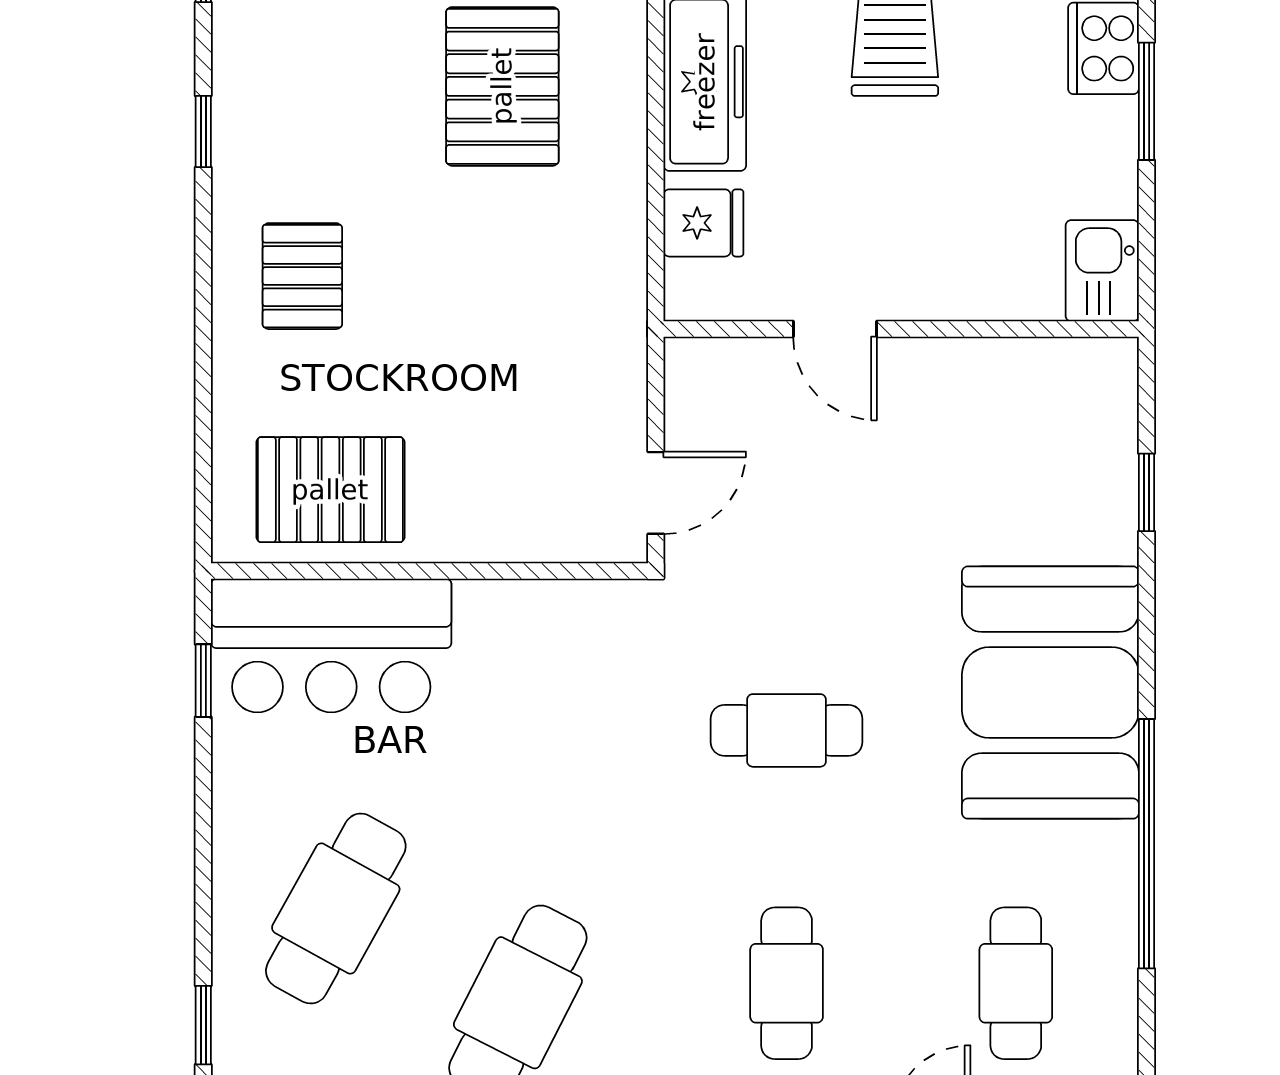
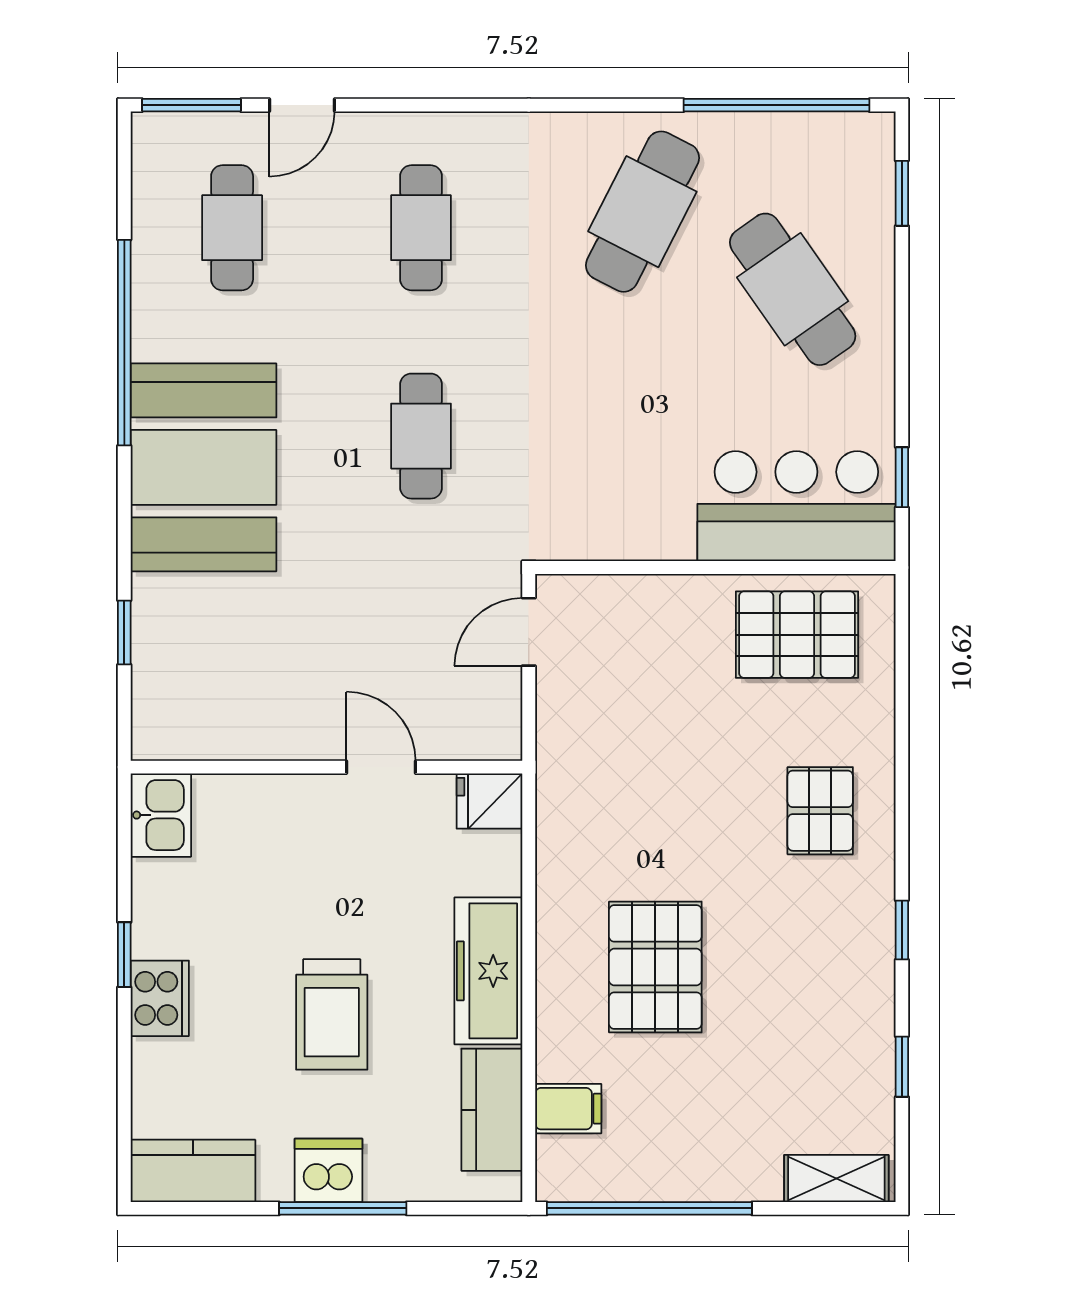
window: (1147, 101) -> (124, 955), width x0.67
fridge: (703, 223) -> (490, 801), moved
cafe table: (787, 730) -> (421, 436), turned 90
cafe table: (336, 909) -> (793, 289), turned -64

